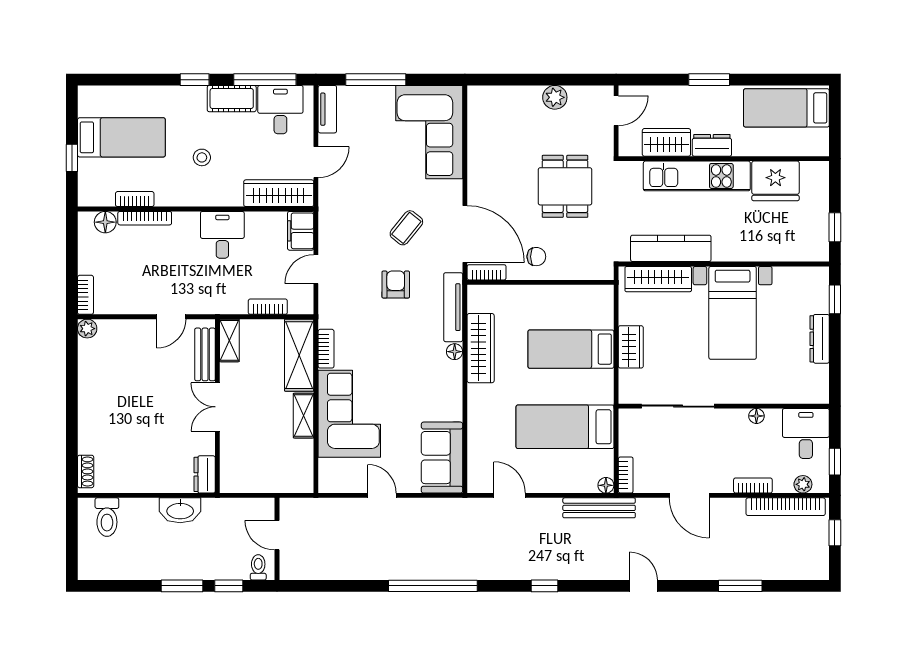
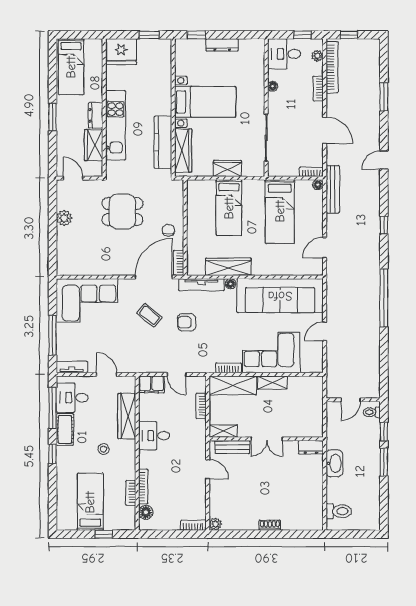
fridge: (775, 181) -> (121, 52), moved, turned 90
wardrobe: (279, 193) -> (127, 416), moved
sofa: (442, 458) -> (280, 296), width x1.85, depth x1.27
shoe rack: (86, 471) -> (270, 525), moved
door: (689, 495) -> (325, 130), hinge flipped

